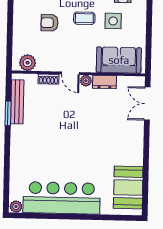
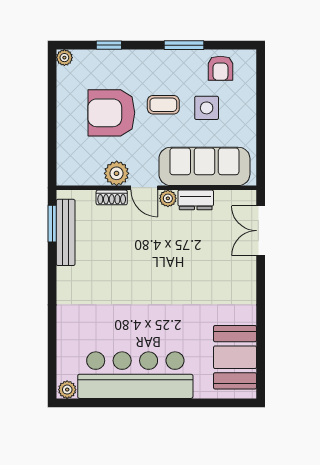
armchair: (50, 23) -> (111, 113), width x1.88, depth x1.88
sofa: (119, 60) -> (204, 166), width x1.36
plant: (28, 63) -> (117, 173), moved
window: (8, 113) -> (52, 224), moved

